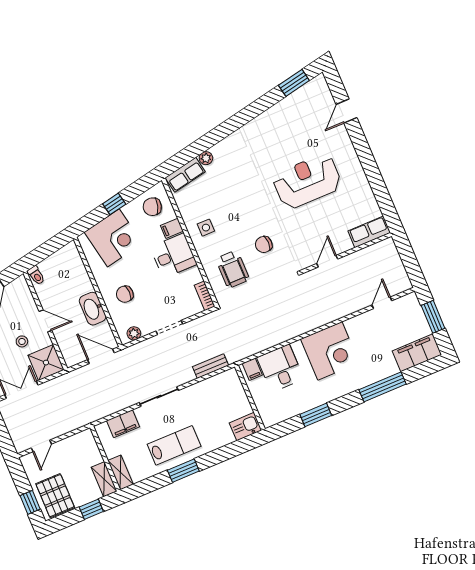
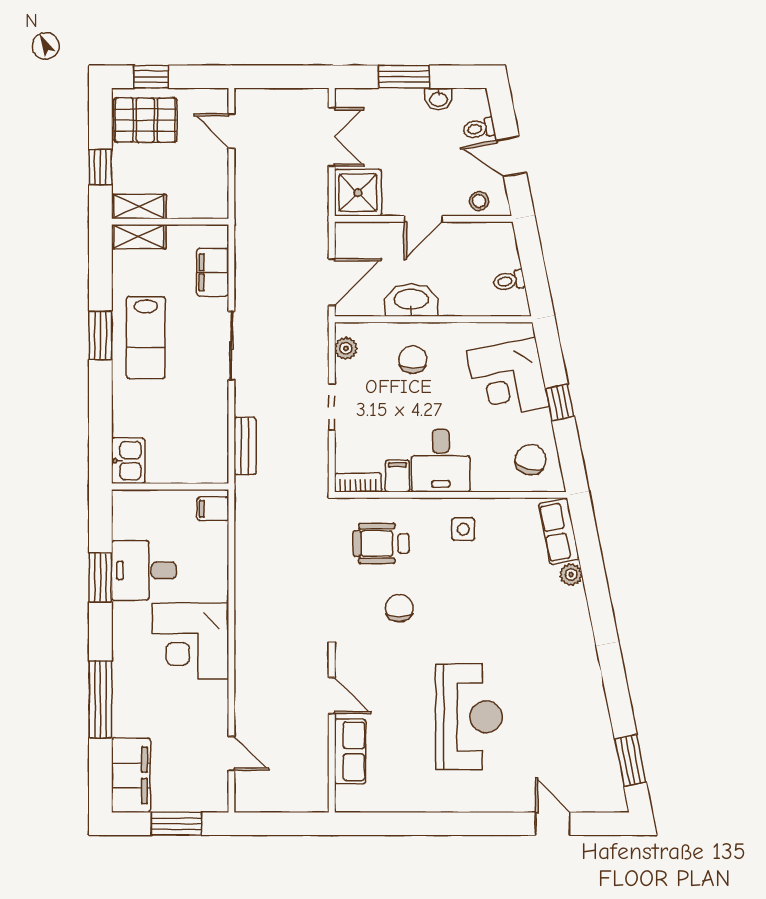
filing cabinet: (172, 228) -> (397, 476), moved
row of seats: (369, 232) -> (350, 751), moved
toilet: (36, 275) -> (509, 281), moved
stool: (22, 341) -> (479, 201), moved
desk: (280, 368) -> (144, 570), moved, turned 180

